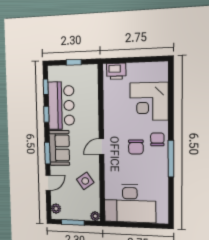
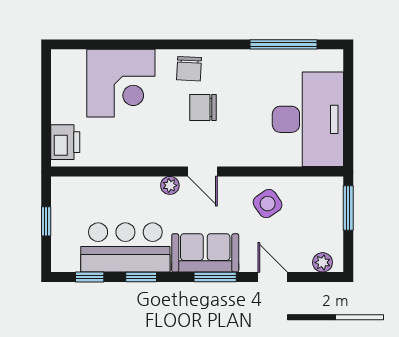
chair: (157, 139) -> (189, 69), turned -87
chair: (136, 147) -> (203, 107), turned 180
window: (171, 159) -> (284, 44), moved
plant: (95, 216) -> (170, 185), moved
window: (73, 222) -> (348, 208), moved

